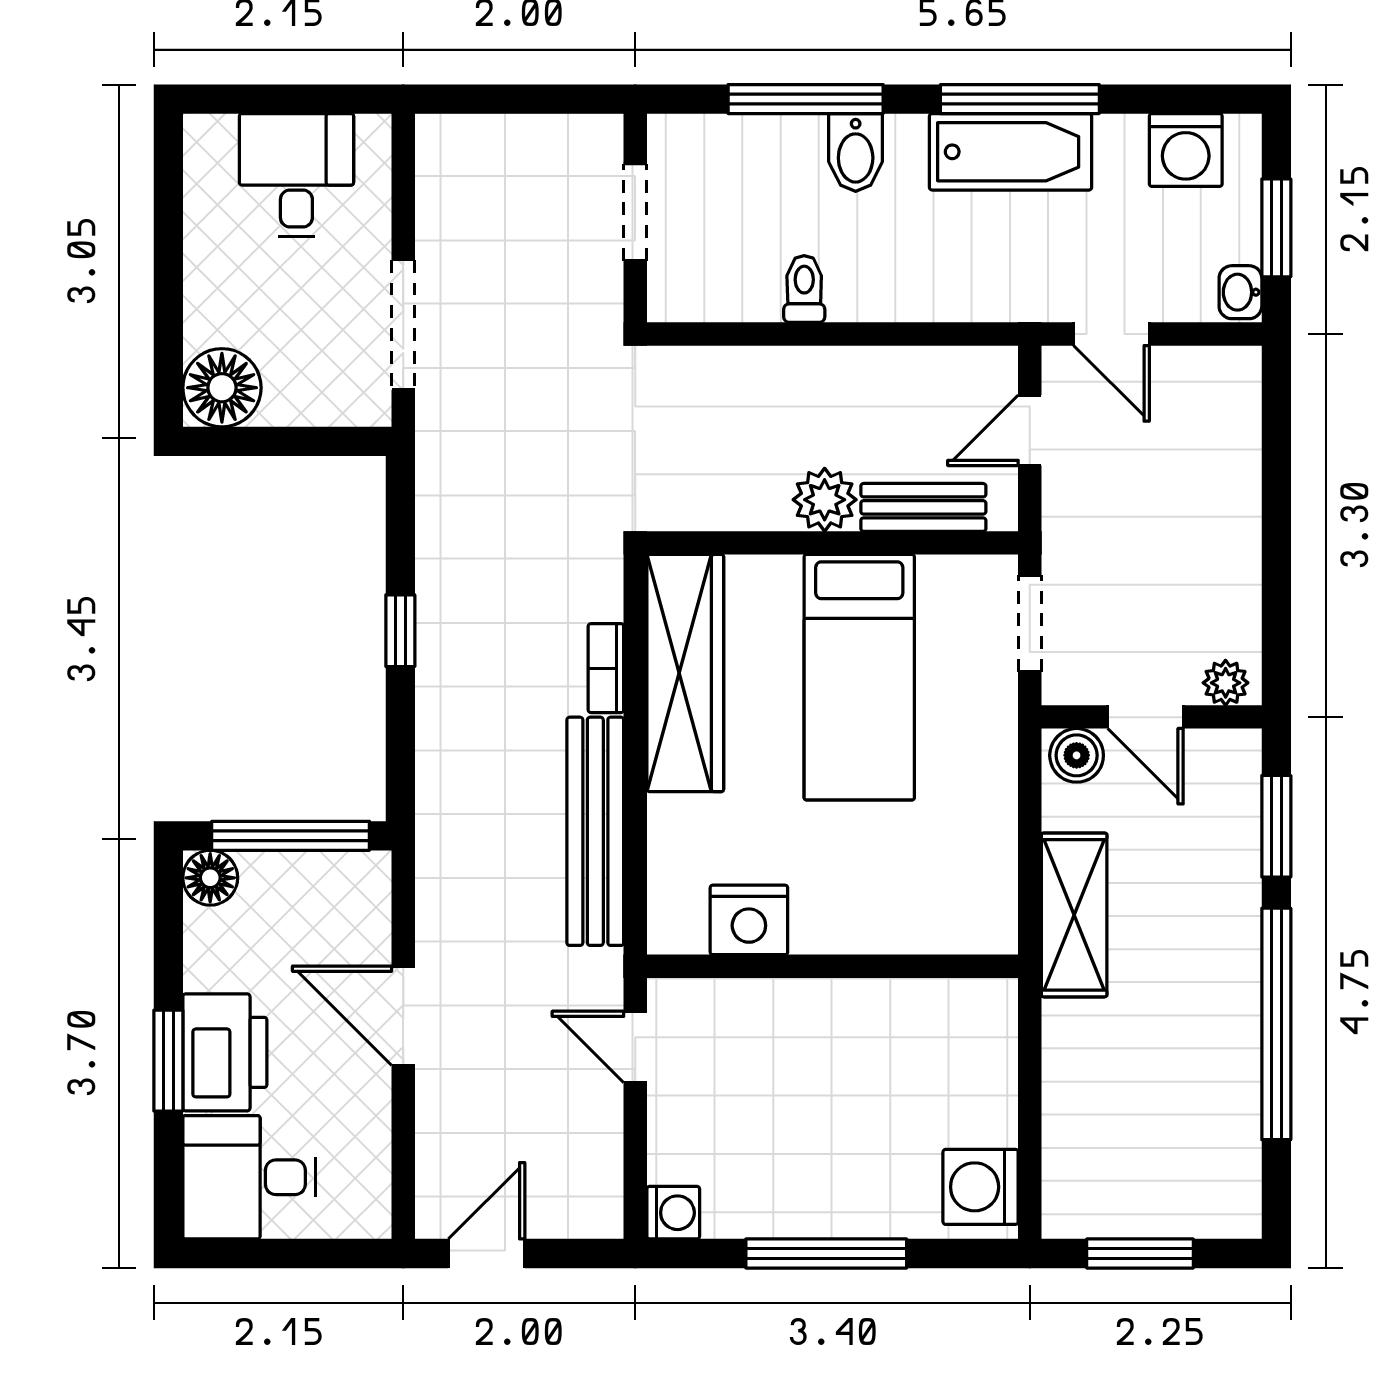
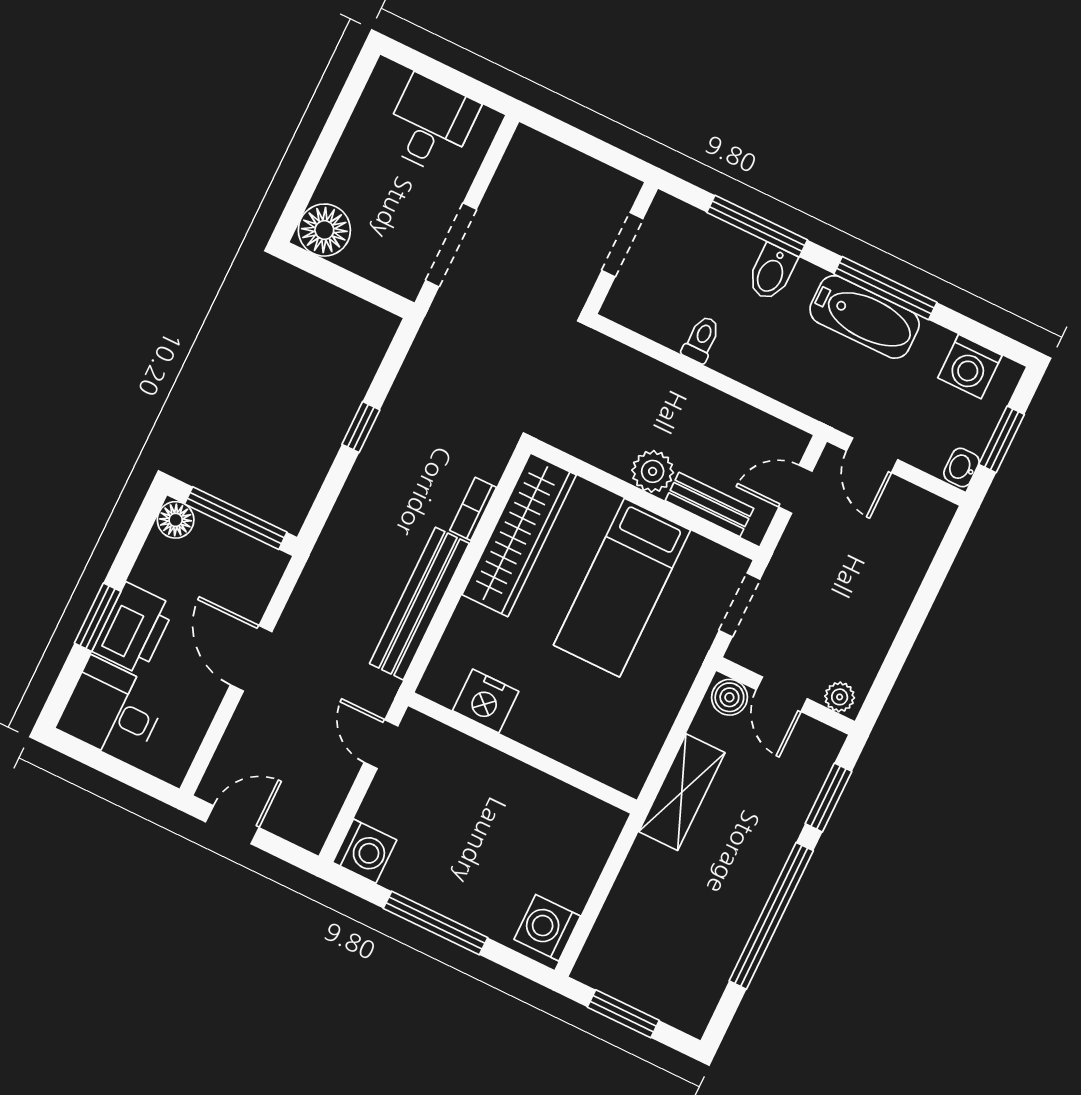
washing machine: (673, 1213) -> (365, 851), width x1.38, depth x1.38

